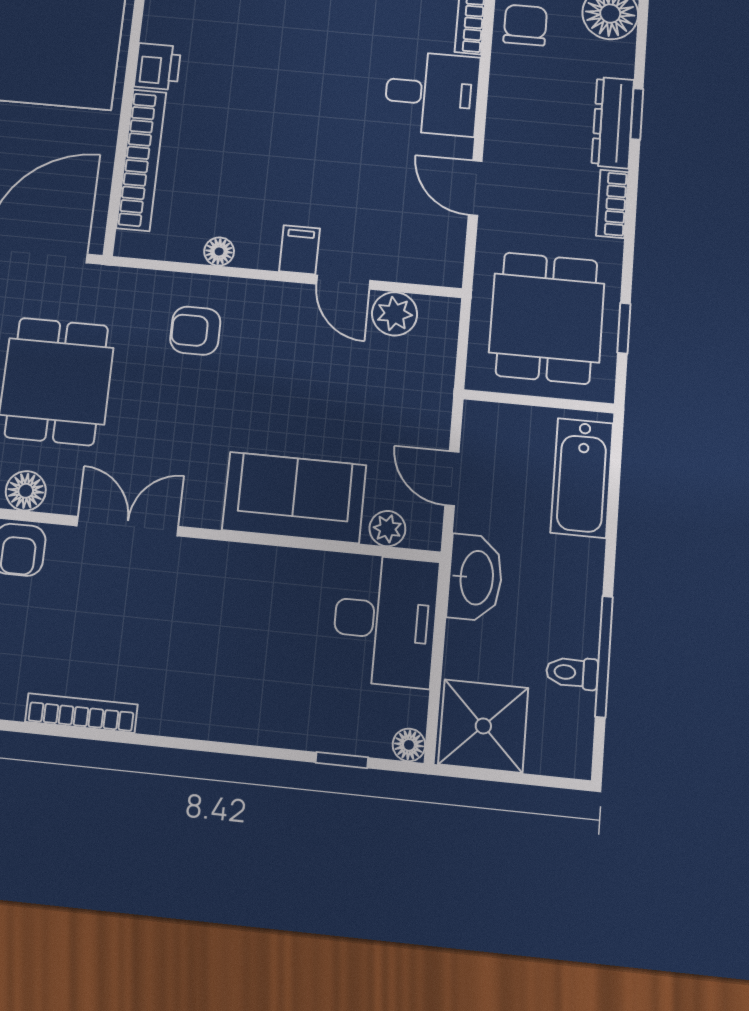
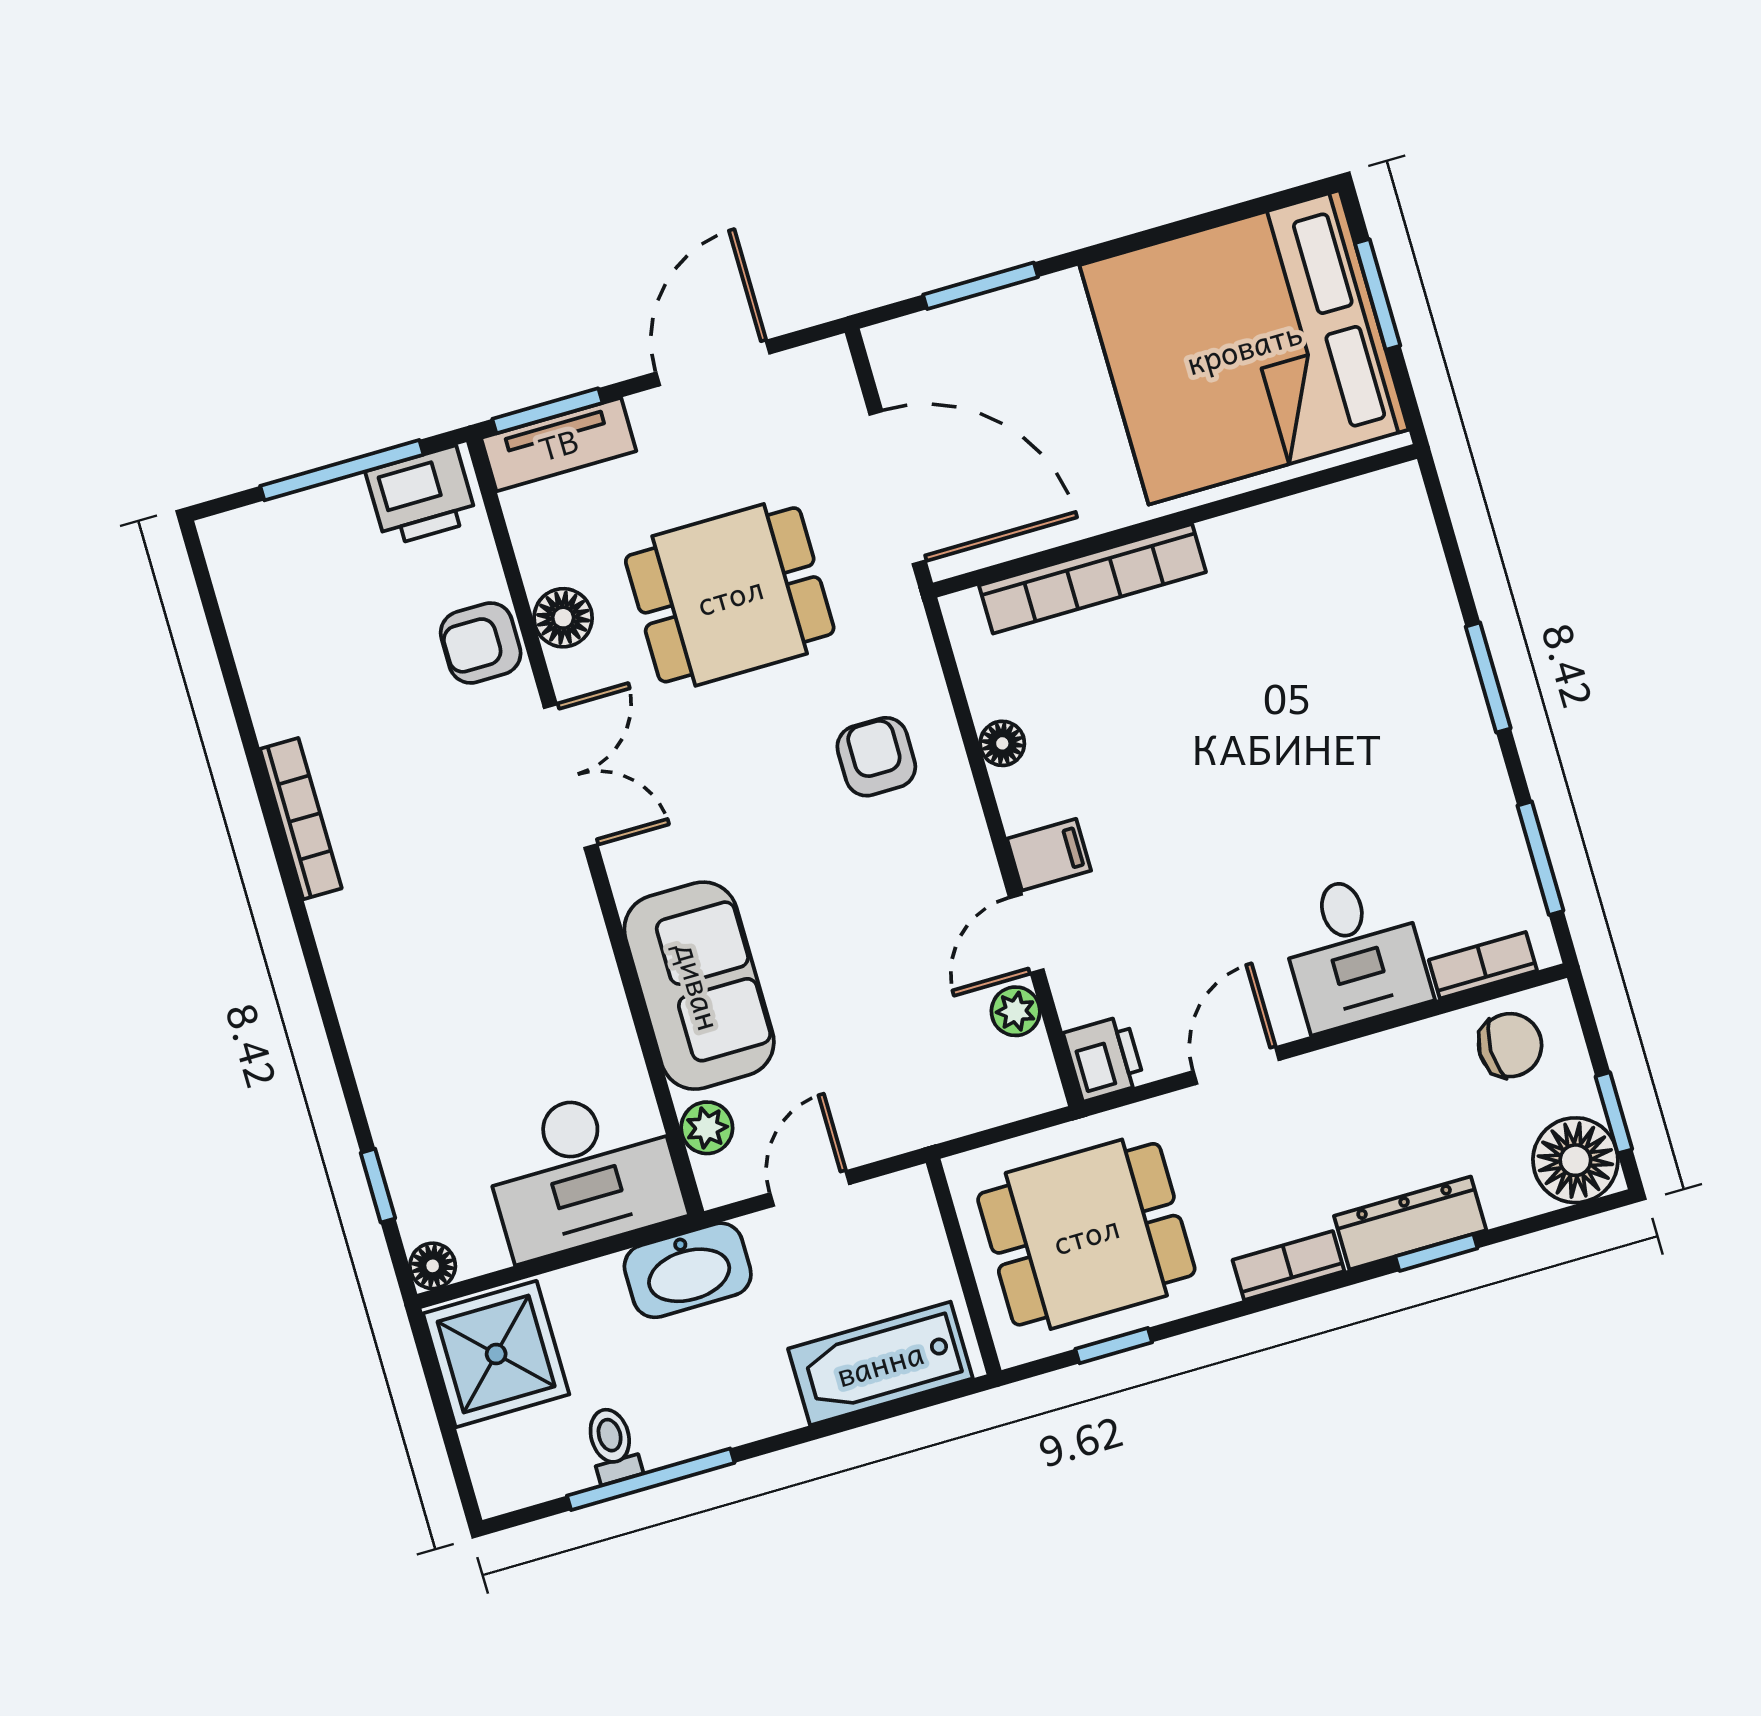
printer: (158, 66) -> (1104, 1058), moved, turned -90
plant: (395, 314) -> (1016, 1011), width x0.73, depth x0.73

